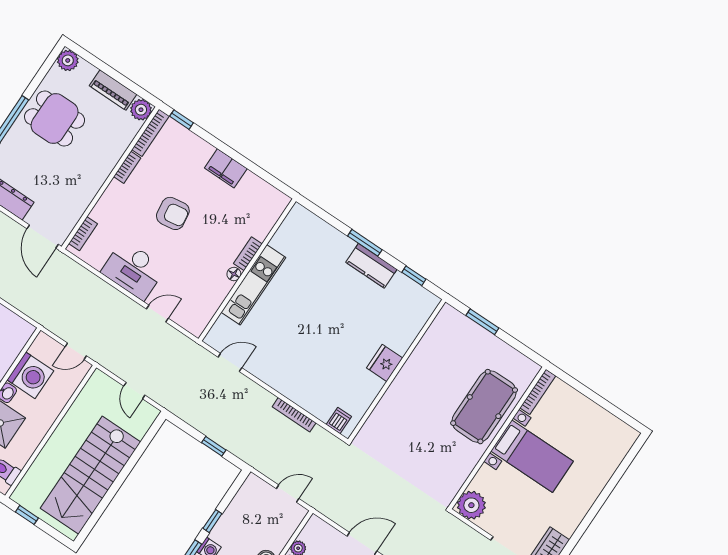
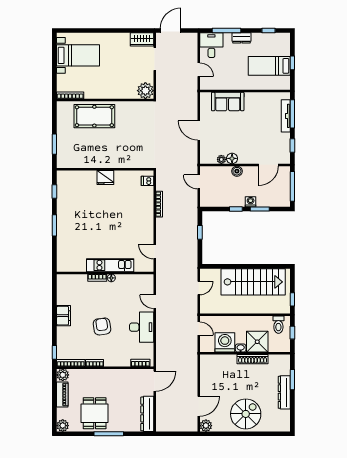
kitchen counter: (371, 266) -> (63, 215), removed
bed with nightstands: (532, 456) -> (78, 55), moved, turned 90

